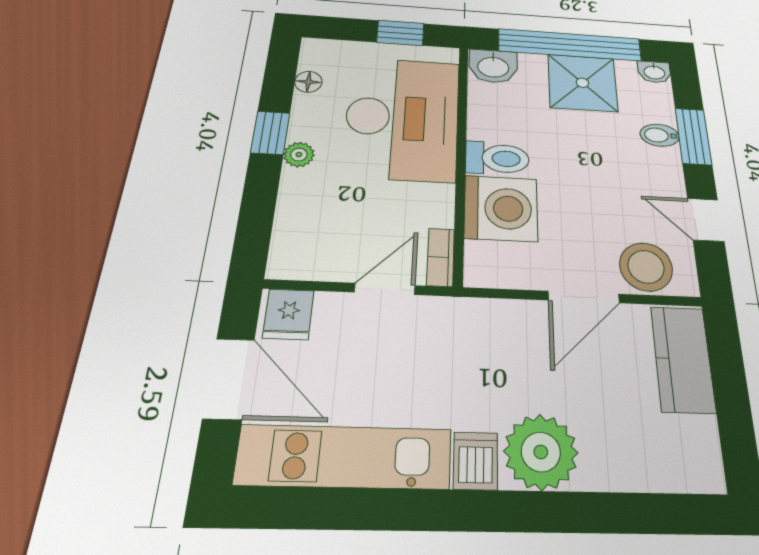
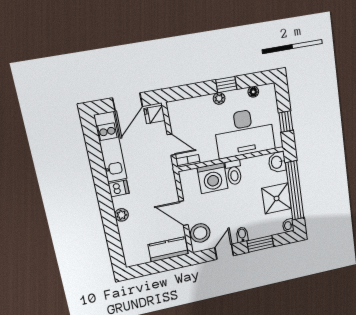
bidet: (660, 135) -> (242, 235), moved
plant: (541, 452) -> (122, 215), width x0.53, depth x0.53

